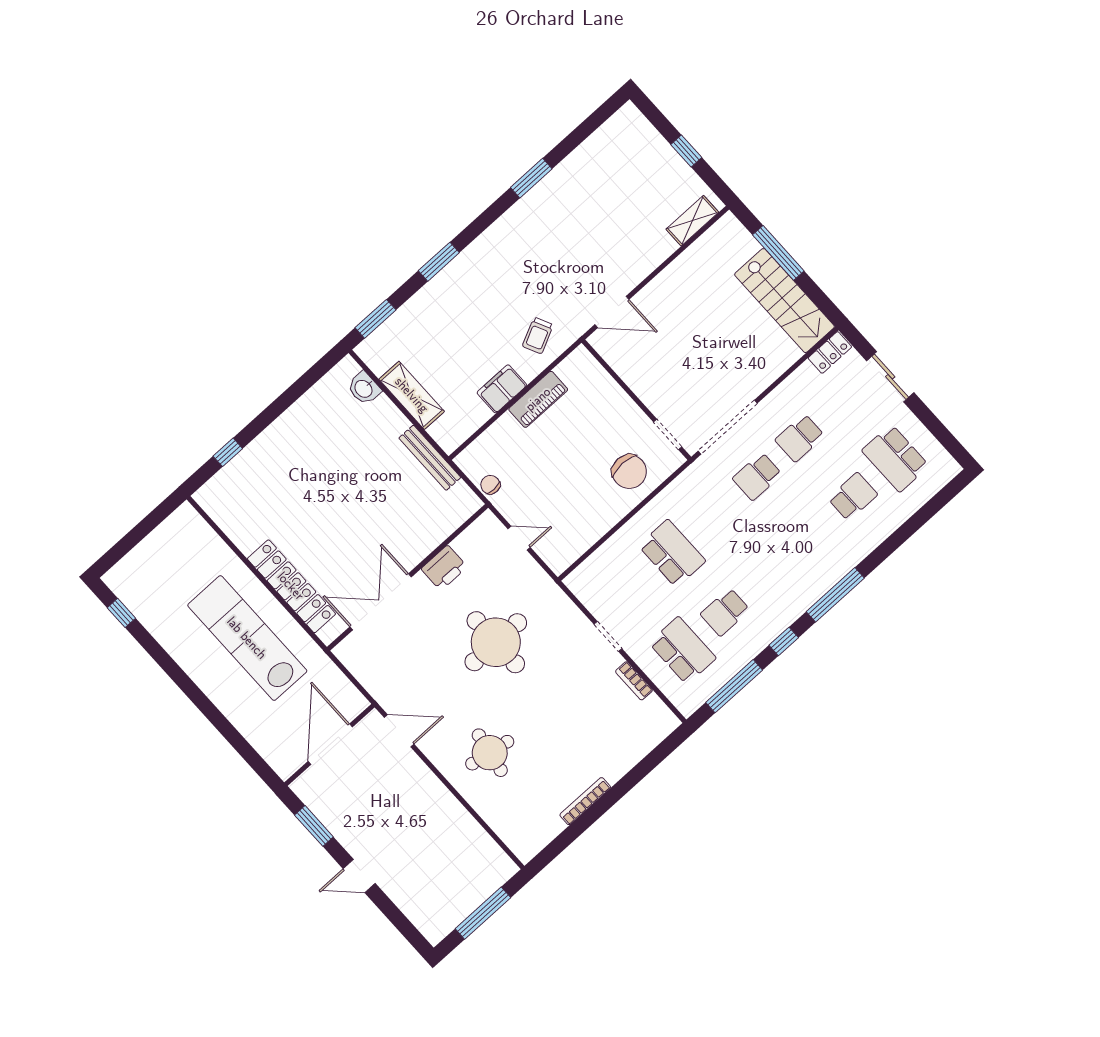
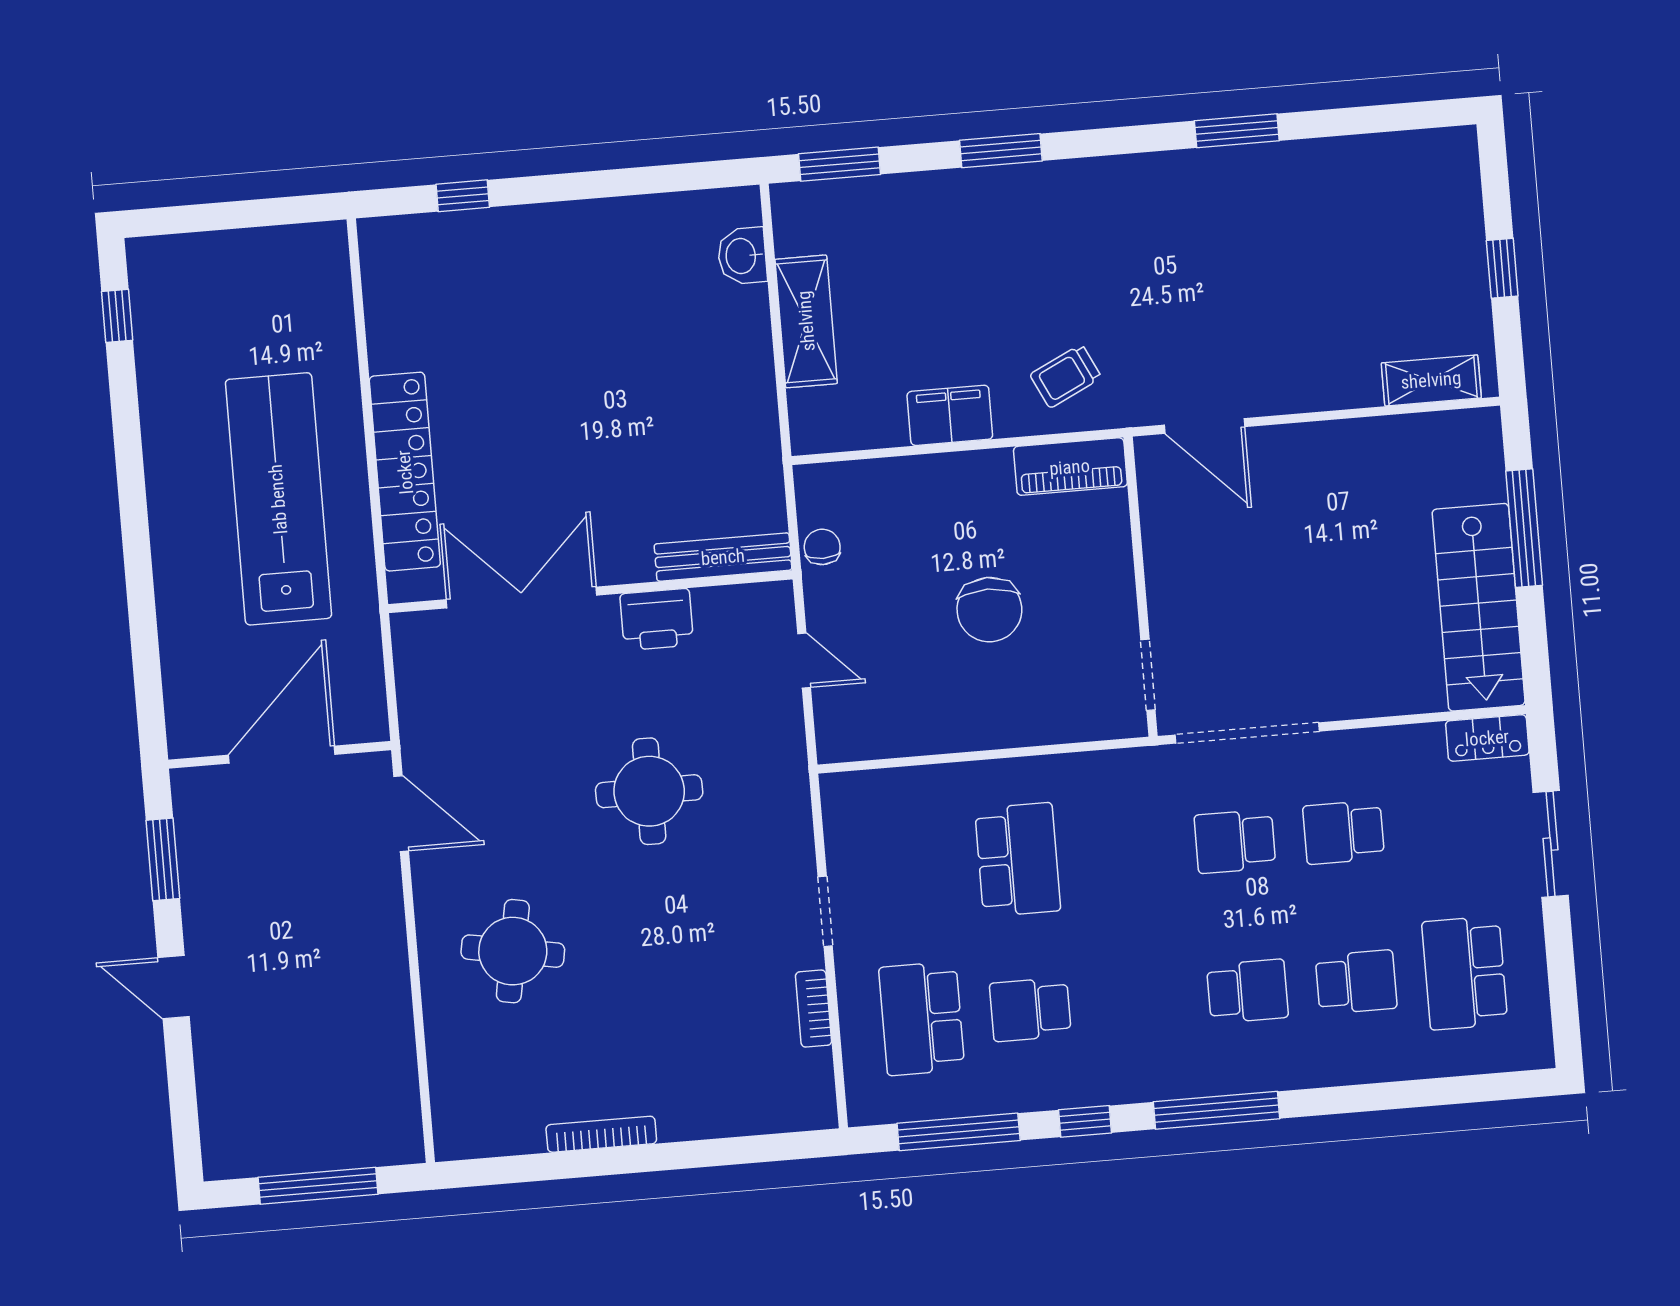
piano: (538, 399) -> (1070, 467), moved
bench: (430, 458) -> (723, 557), moved, turned 90
chair: (629, 472) -> (989, 610), moved
school desk: (810, 535) -> (1248, 991), added
round table: (496, 642) -> (649, 791), width x0.73, depth x0.73
school desk: (682, 650) -> (922, 1019), turned 180

